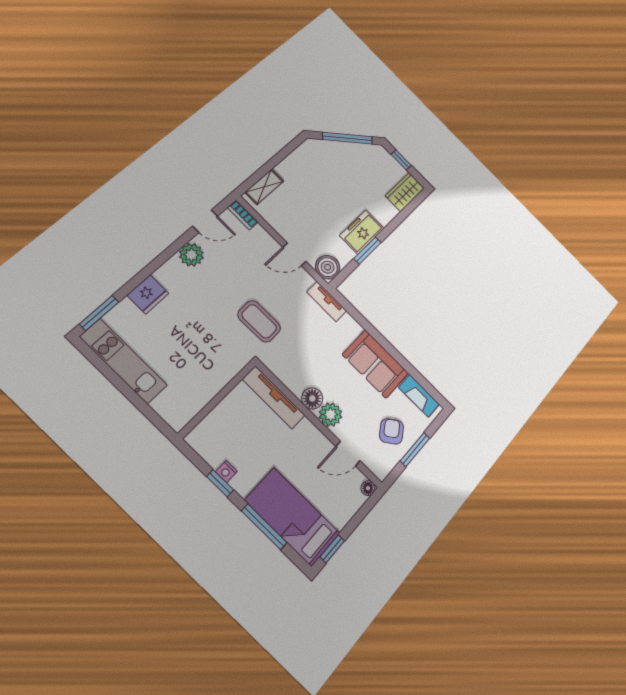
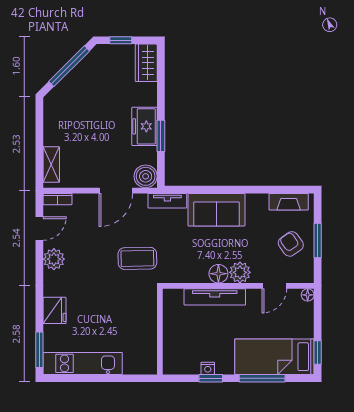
door: (294, 254) -> (116, 191), width x1.38
sofa: (376, 364) -> (216, 210), moved
tv unit: (274, 397) -> (215, 297), moved

